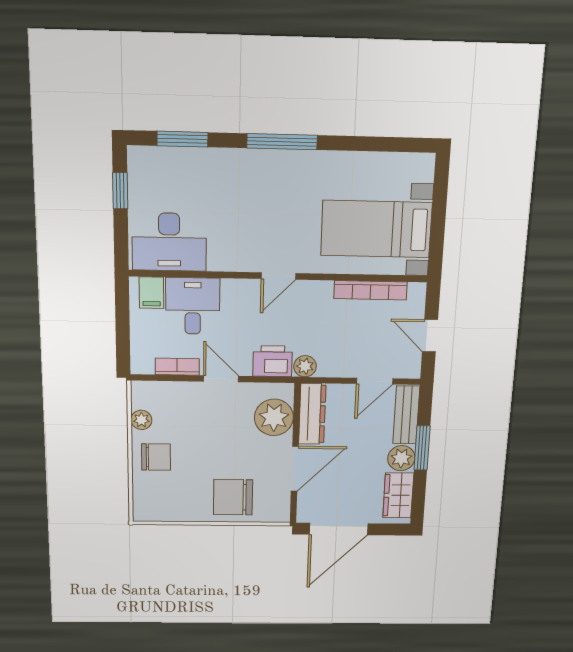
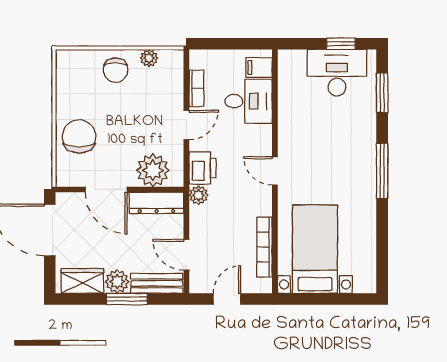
desk: (169, 242) -> (337, 73), moved, turned 90

